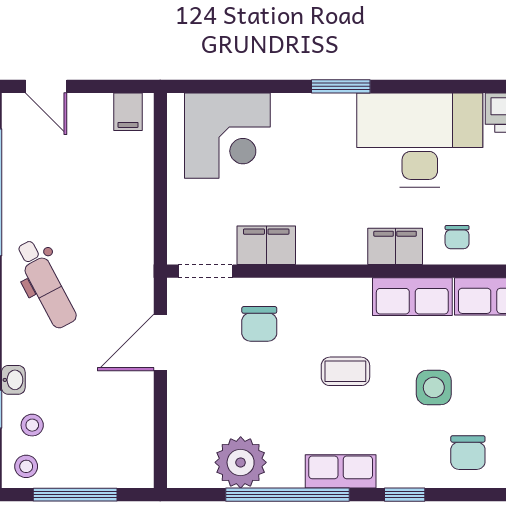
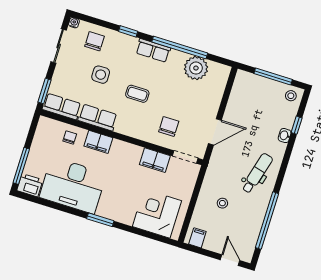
dental chair: (46, 284) -> (257, 173), turned 43
stool: (32, 425) -> (222, 203), moved

